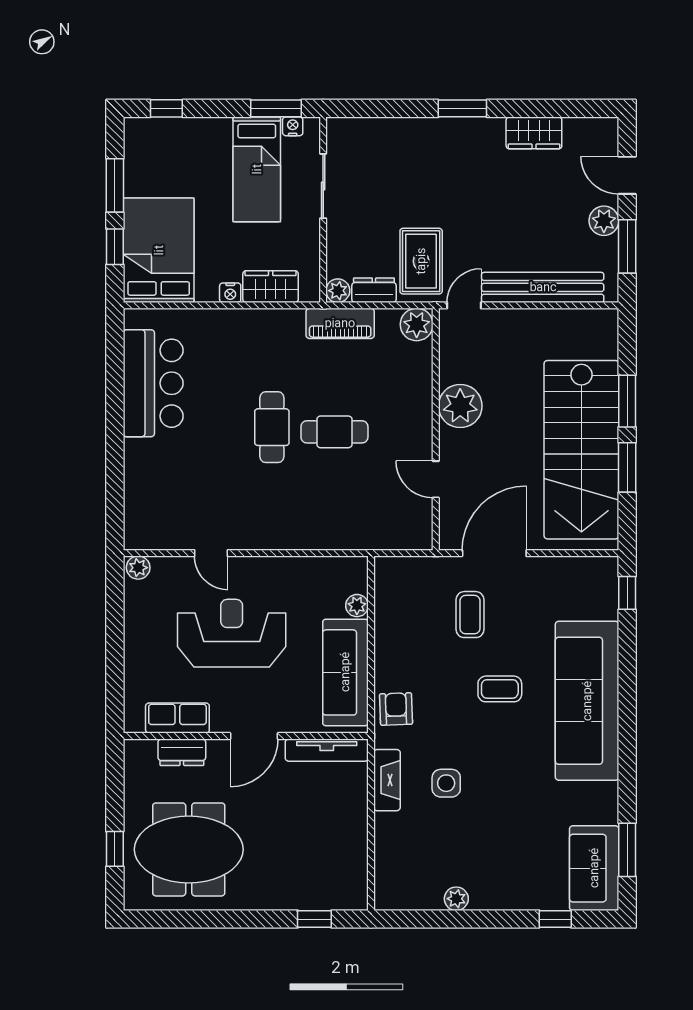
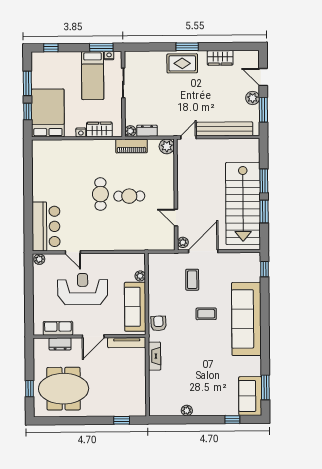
rug: (421, 261) -> (182, 63), moved, turned 90
bar counter: (153, 383) -> (46, 226), moved
plant: (460, 406) -> (183, 242), moved, width x0.53, depth x0.53
side table: (446, 783) -> (182, 357), removed

